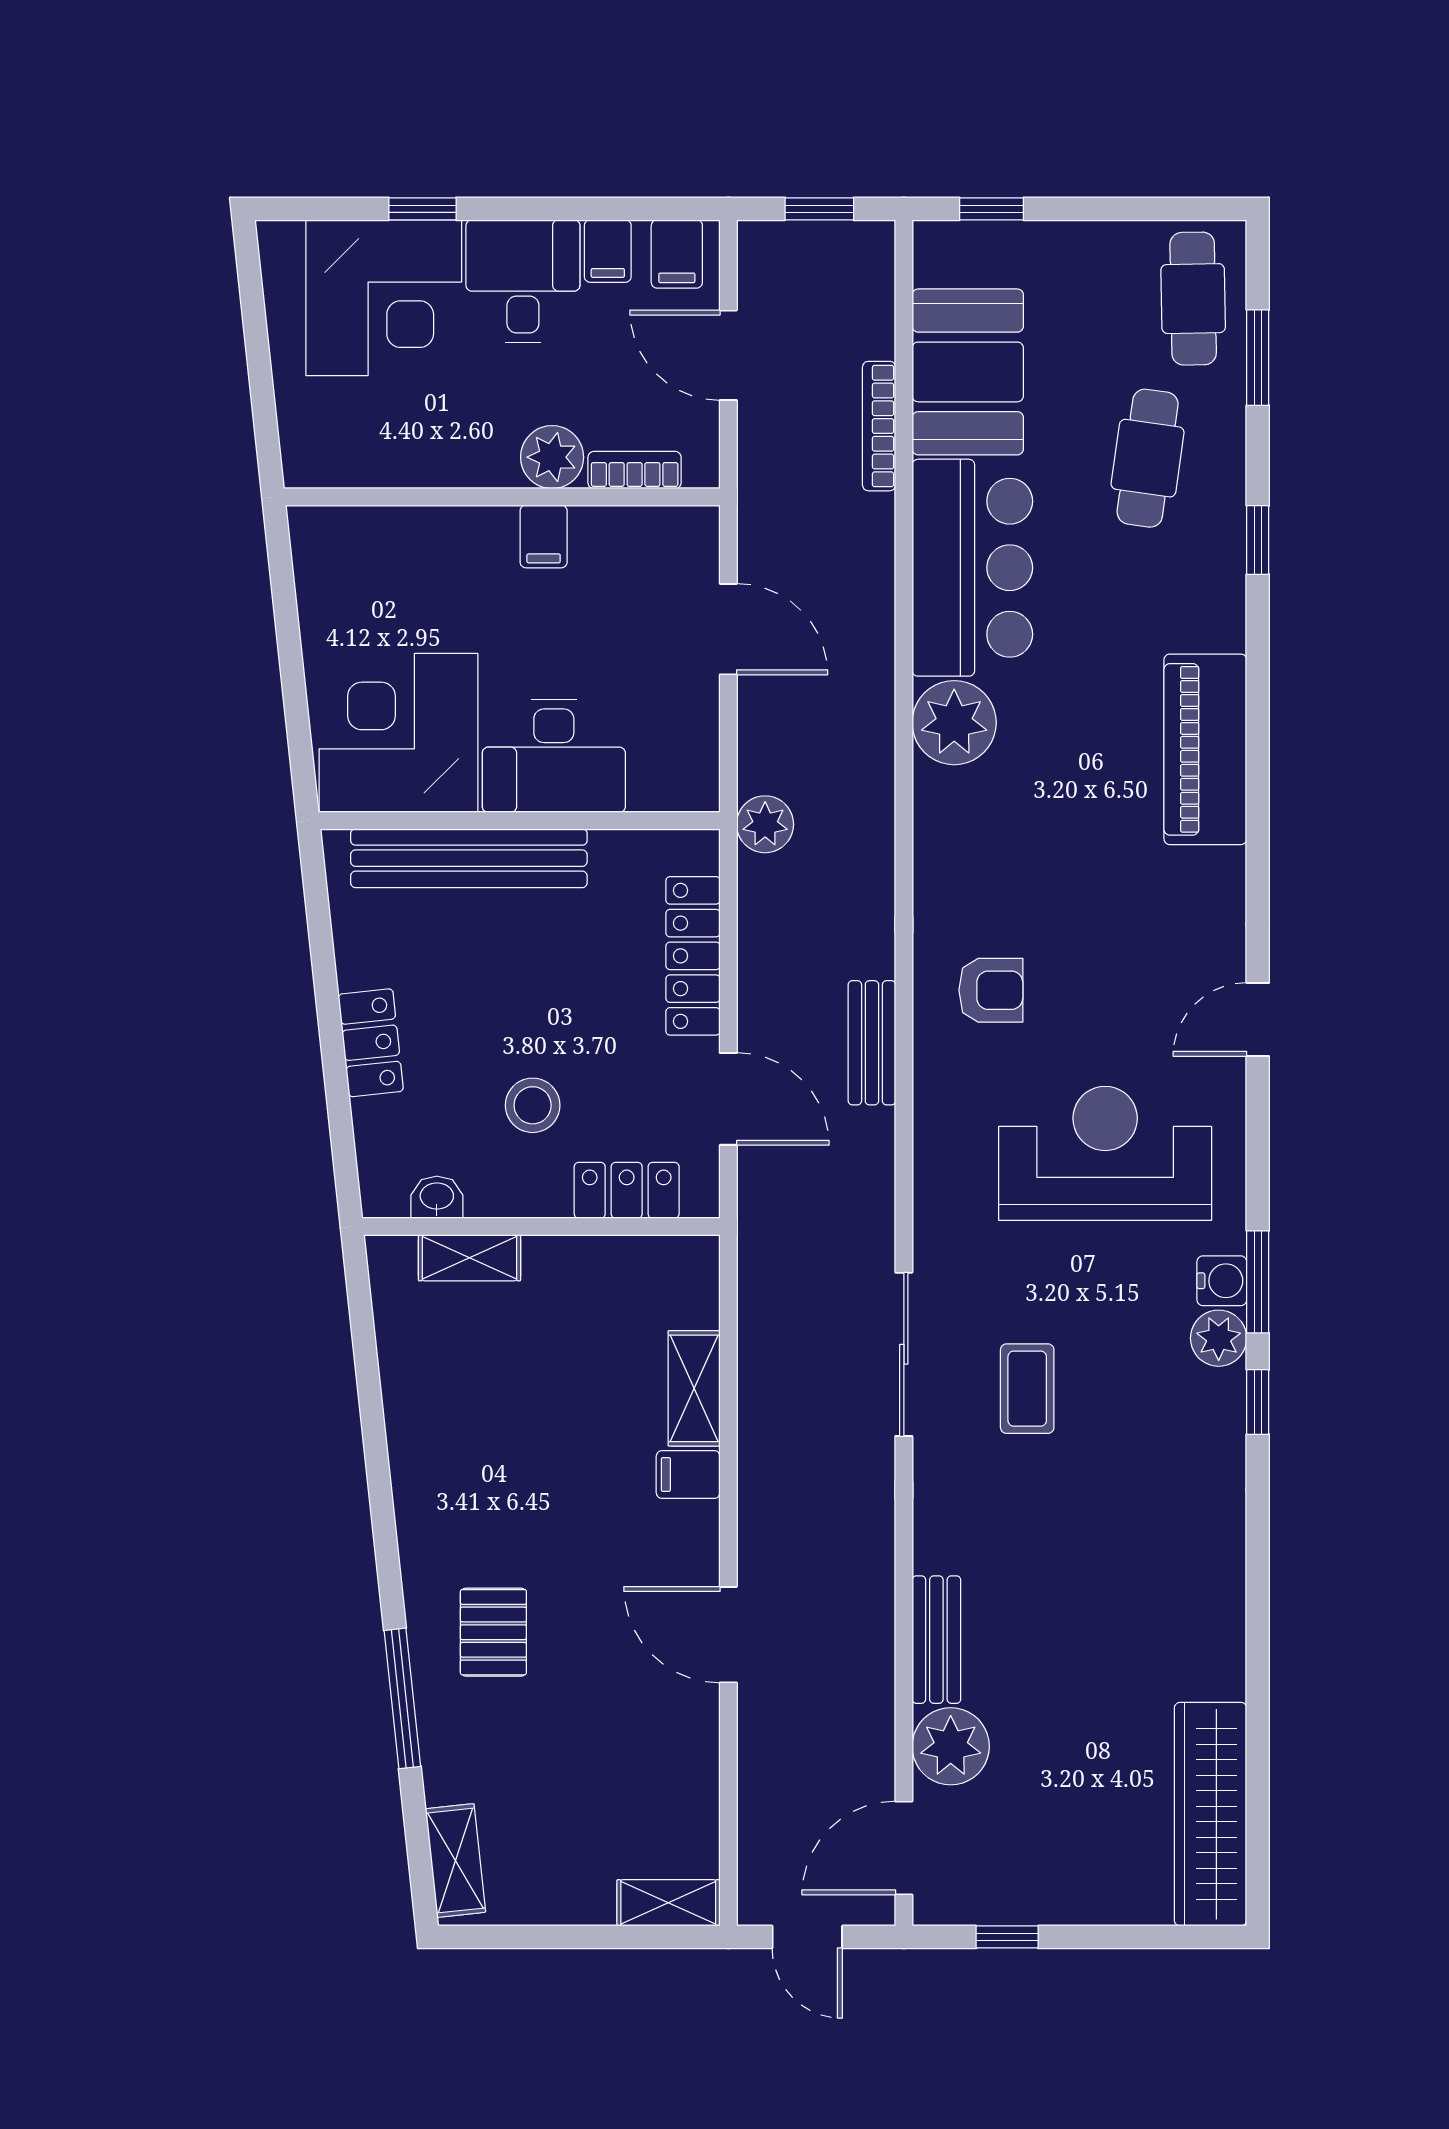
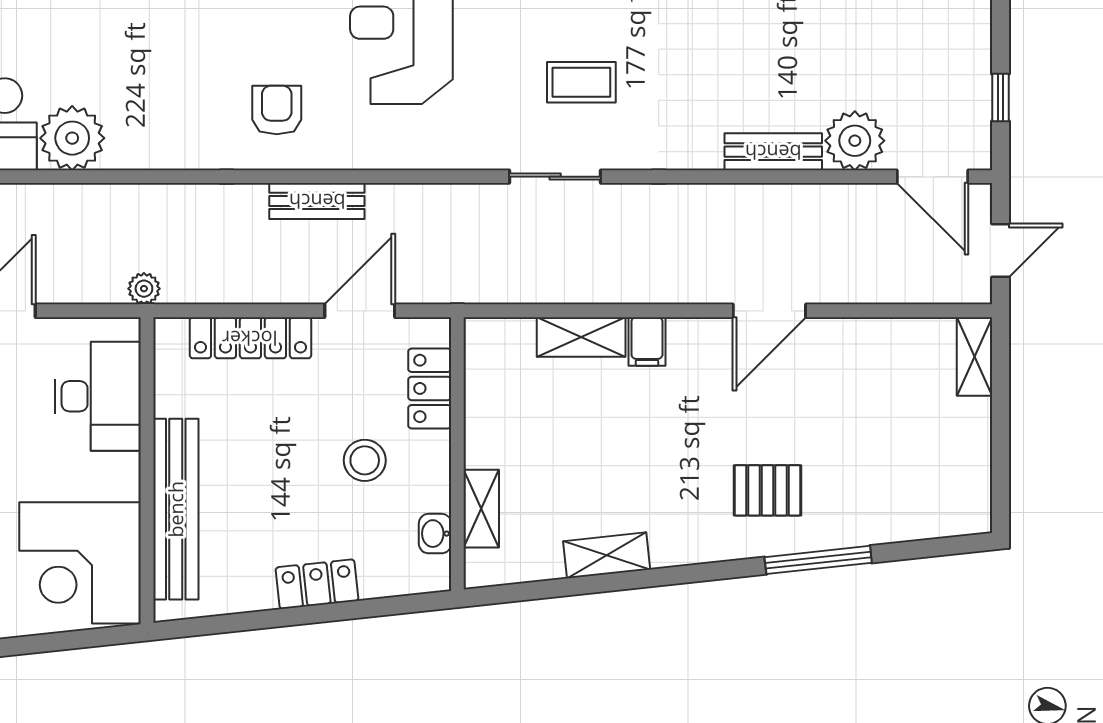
desk: (554, 756) -> (98, 396), moved
plant: (765, 824) -> (144, 289), width x0.73, depth x0.73
sliding door: (904, 1354) -> (555, 177), width x0.73
shelving: (455, 1861) -> (607, 555), moved

